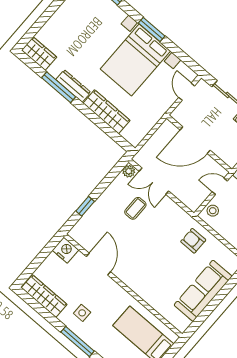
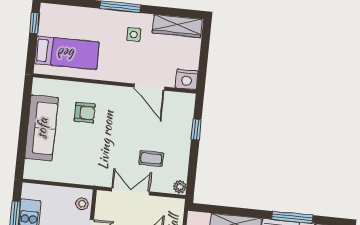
double door: (154, 181) -> (131, 191), moved
coffee table: (135, 208) -> (151, 159), turned 90
armchair: (193, 241) -> (85, 113), moved

